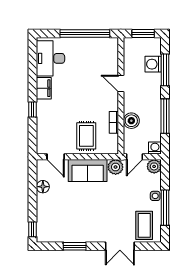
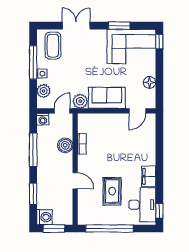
washing machine: (153, 64) -> (44, 217), moved
window: (165, 70) -> (33, 194), width x0.69
window: (33, 109) -> (159, 211), moved
rug: (86, 136) -> (112, 191), moved
door: (56, 157) -> (137, 111), swing flipped
plant: (154, 166) -> (44, 91), moved
corner sofa: (62, 224) -> (131, 47), added

